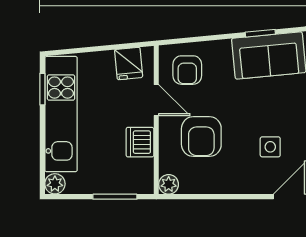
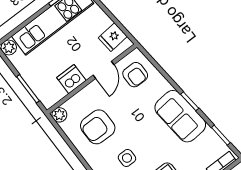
armchair: (187, 70) -> (135, 75), turned -90
armchair: (201, 137) -> (98, 127), moved

